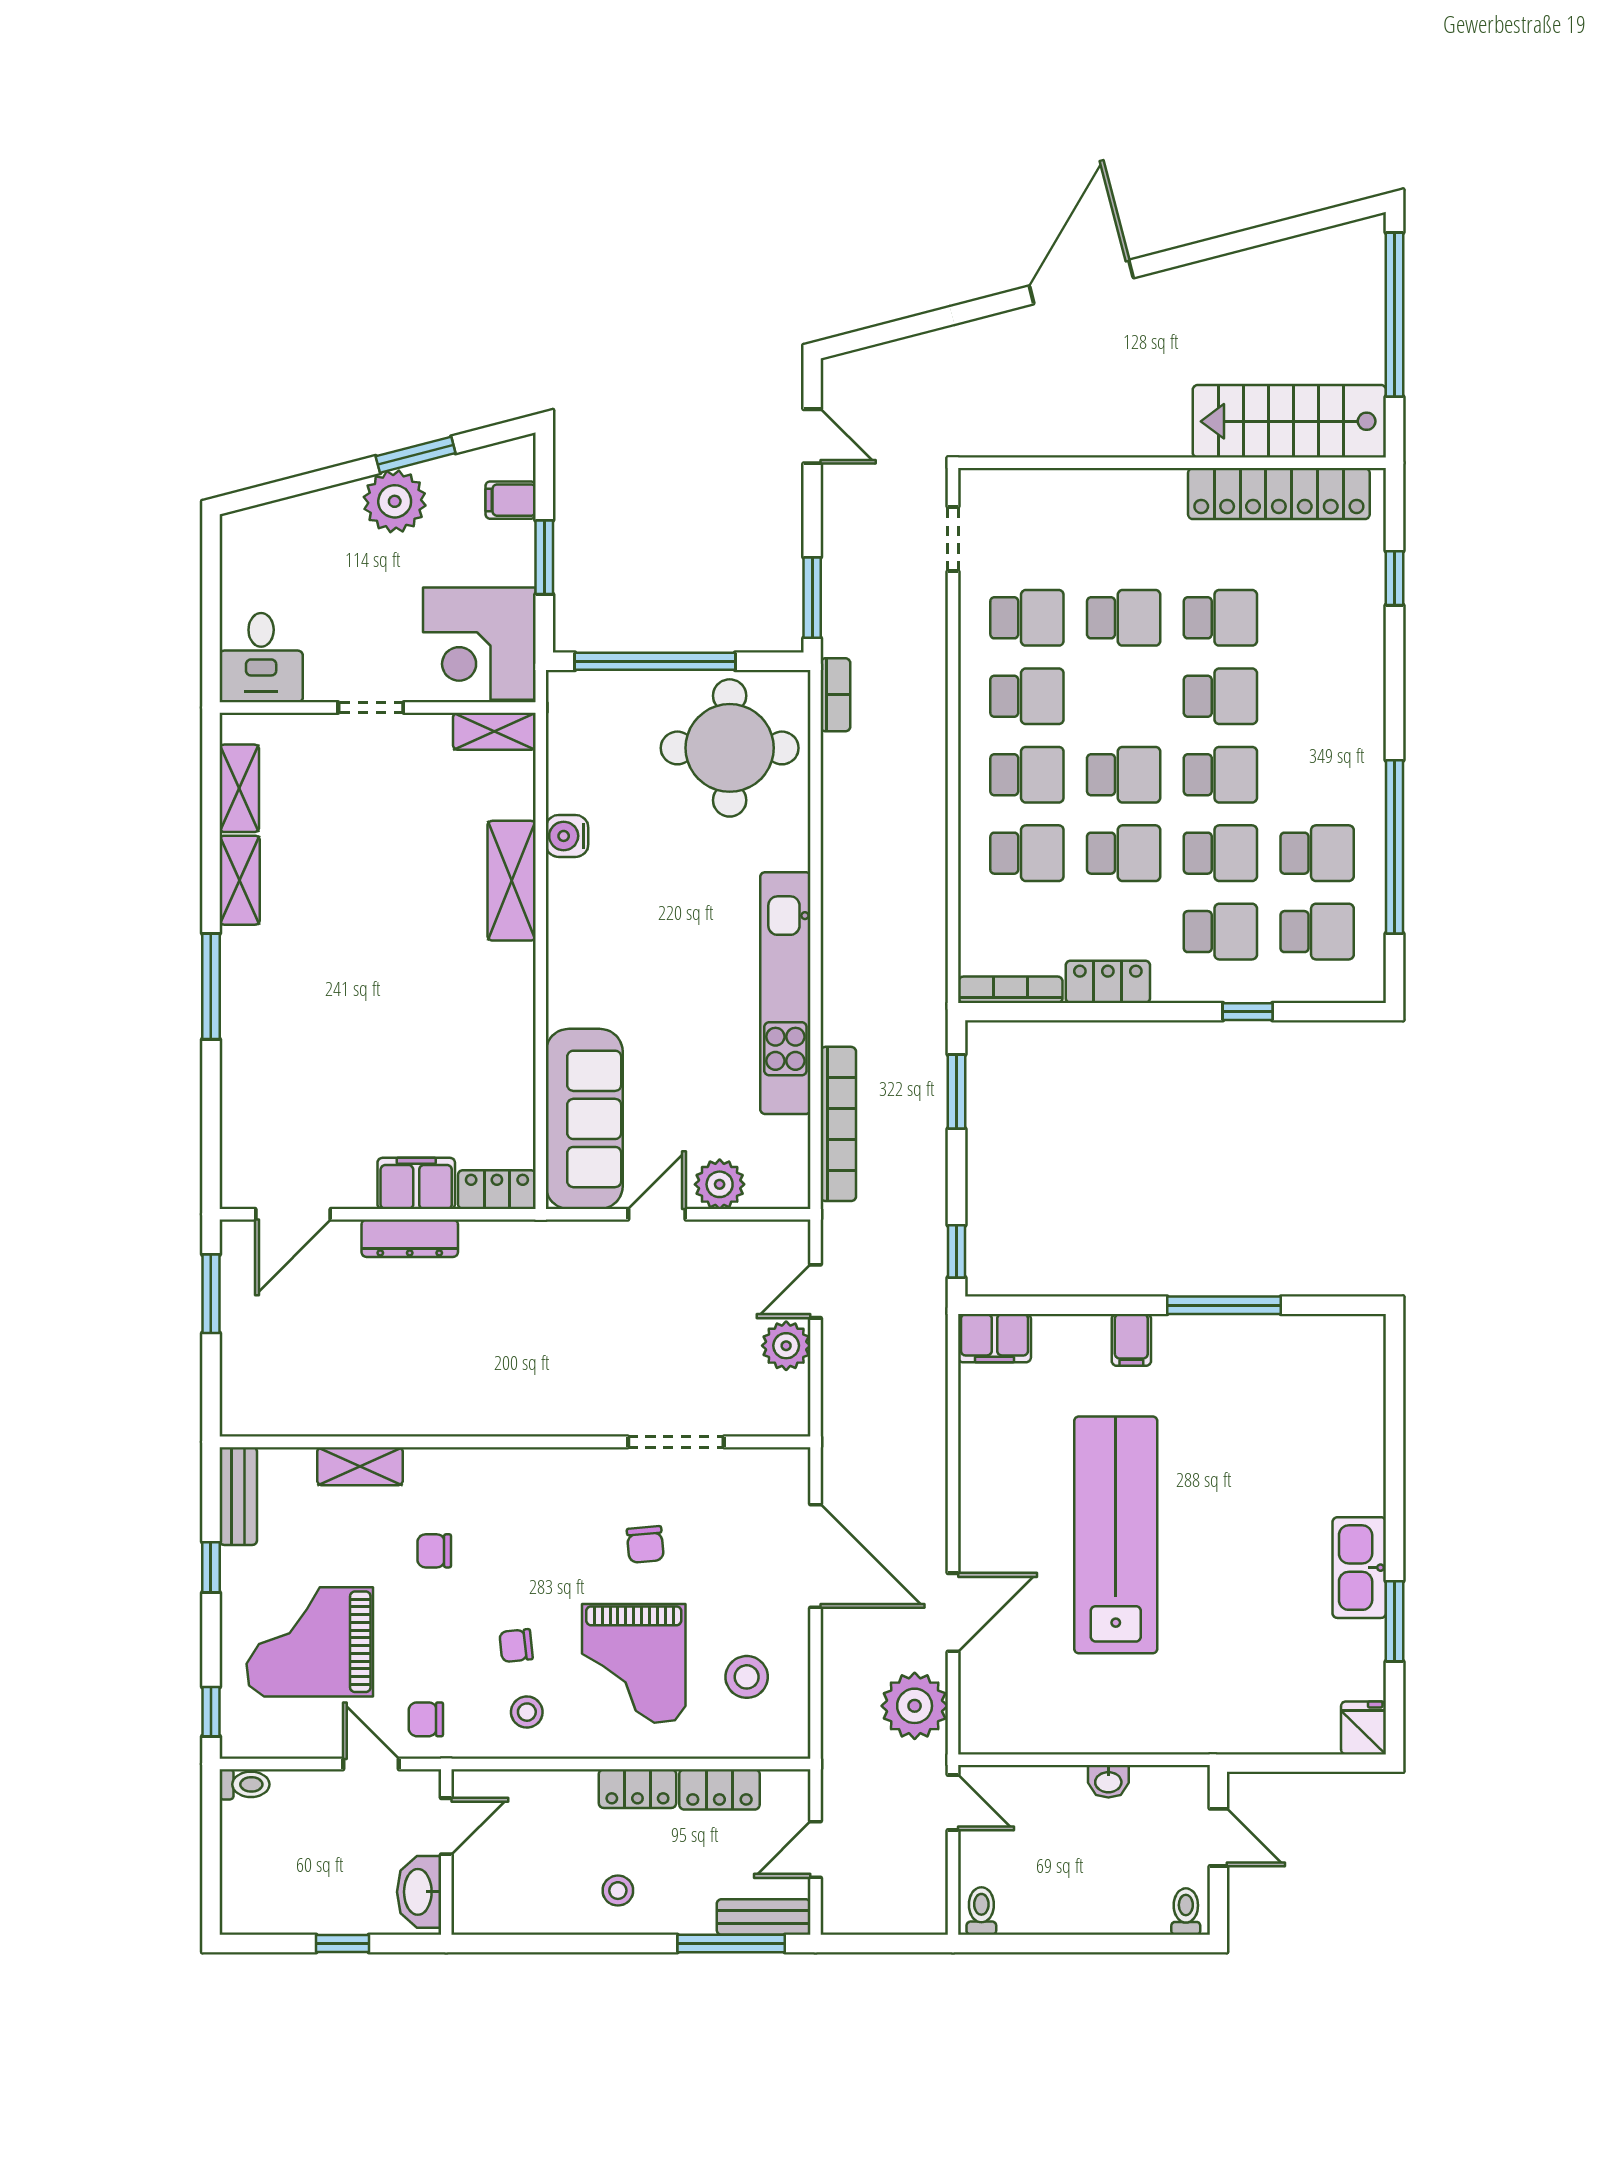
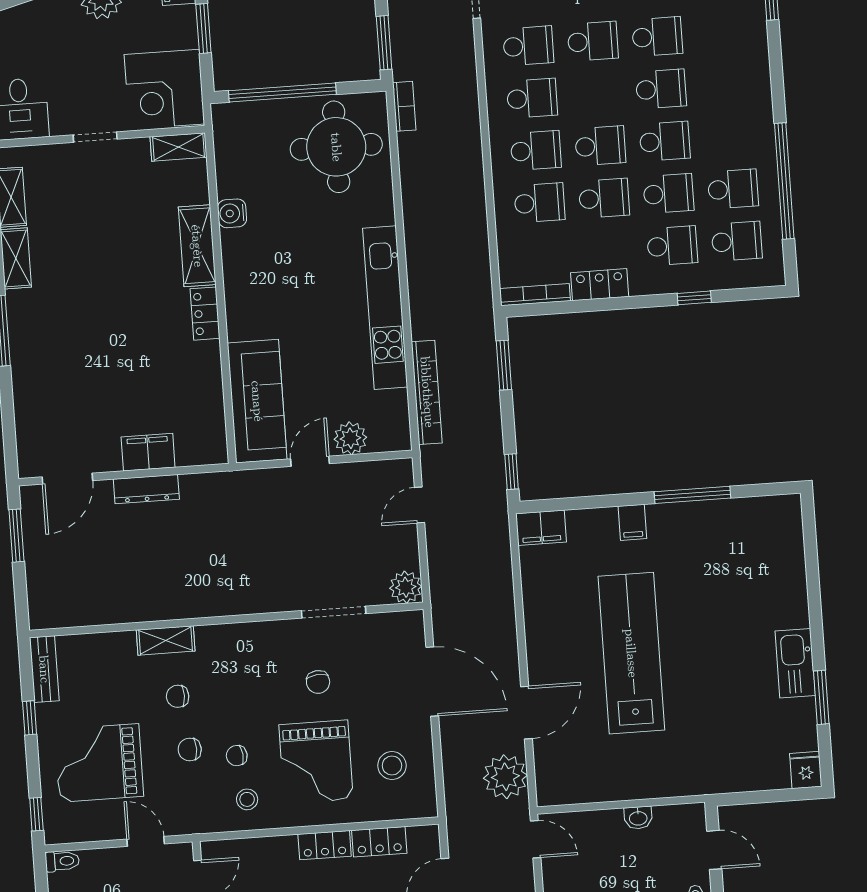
locker: (497, 1190) -> (205, 314), moved, turned -90
plant: (786, 1346) -> (406, 587), moved
shelving: (360, 1466) -> (166, 640), moved
chair: (426, 1719) -> (190, 749), moved

